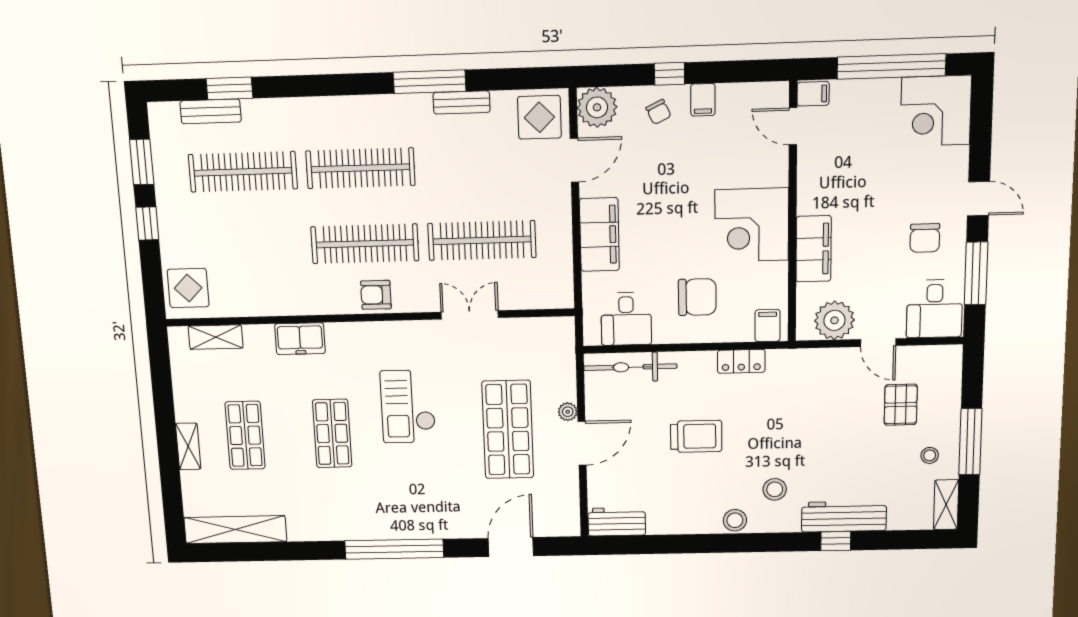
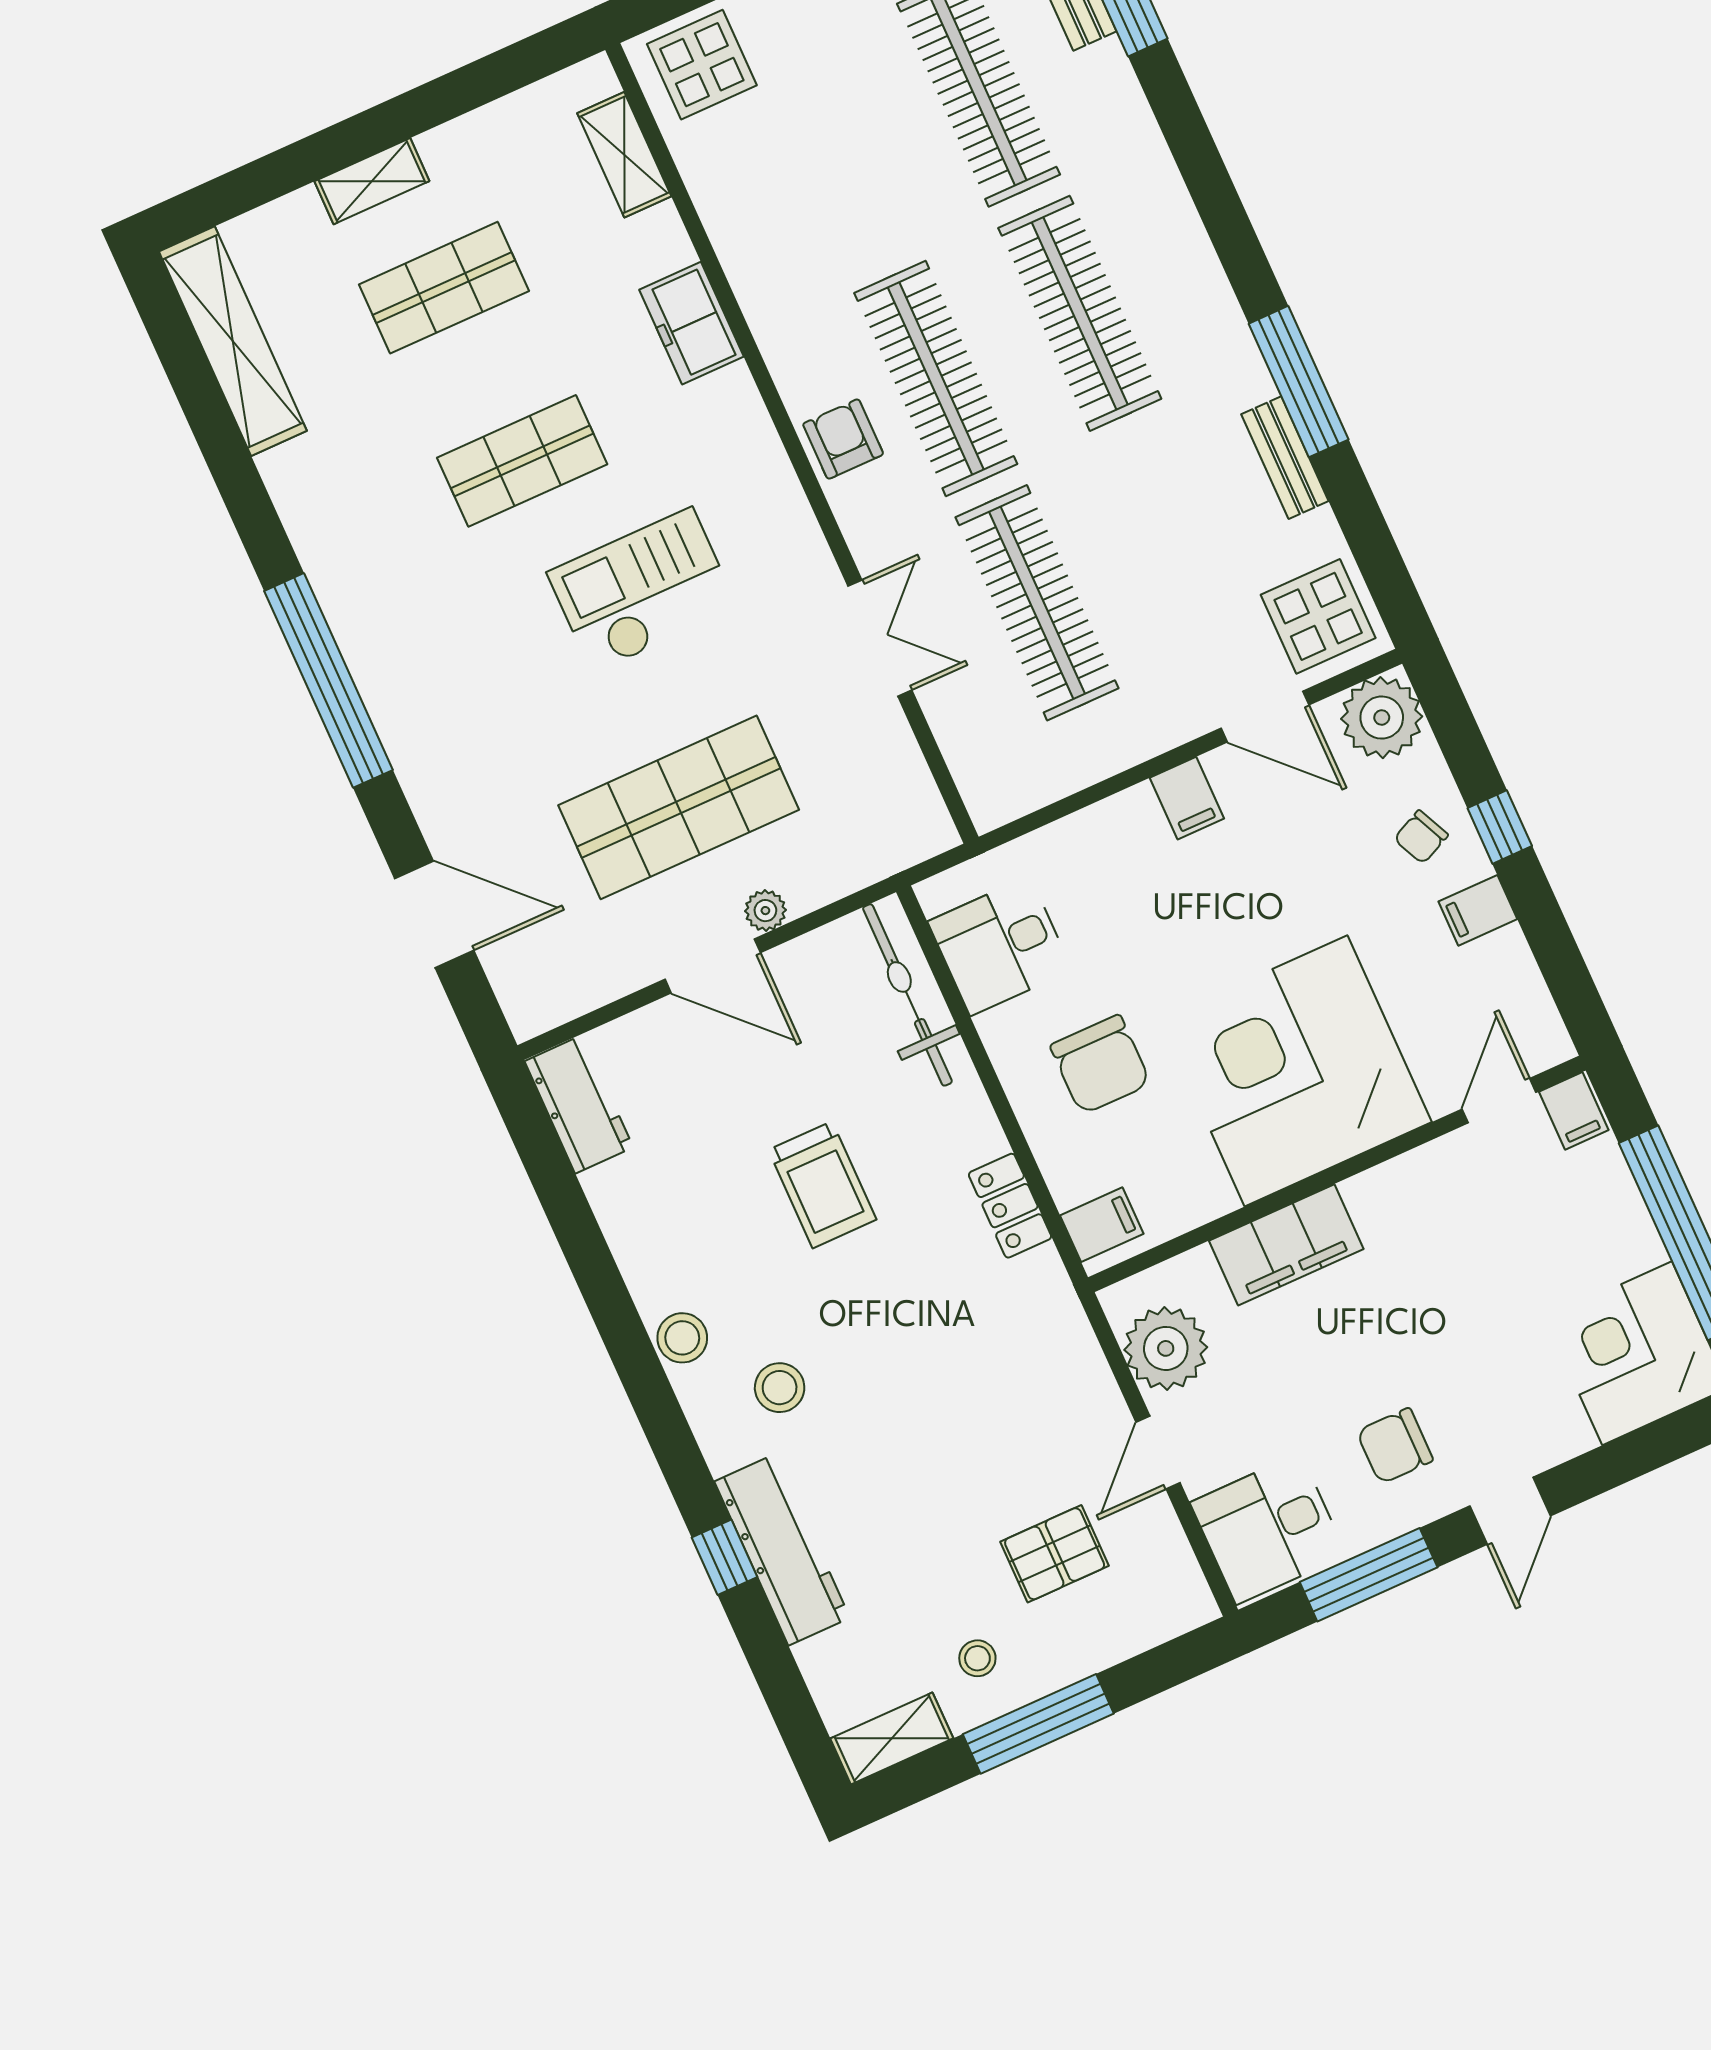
corner desk: (752, 225) -> (1296, 1071), width x1.36, depth x1.36
filing cabinet: (599, 235) -> (1187, 798), width x0.33, depth x0.86

